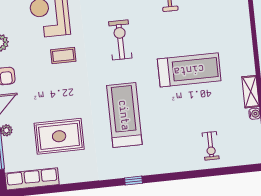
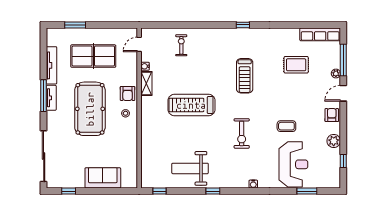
treadmill: (124, 115) -> (245, 76), width x0.73, depth x0.73
rug: (59, 136) -> (296, 65), width x0.73, depth x0.70

